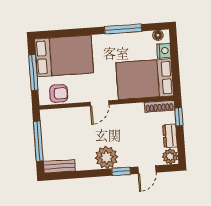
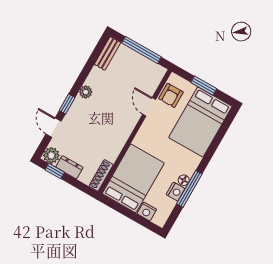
floor lamp: (158, 35) -> (184, 180), moved
nightstand: (133, 38) -> (176, 192), added
window: (33, 73) -> (204, 86), width x0.69
door: (99, 103) -> (149, 107), moved
window: (179, 117) -> (55, 171), moved
plant: (106, 157) -> (86, 92), width x0.53, depth x0.53

